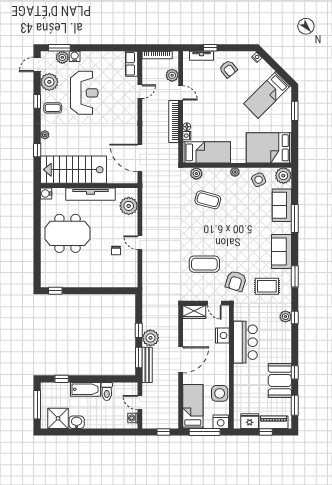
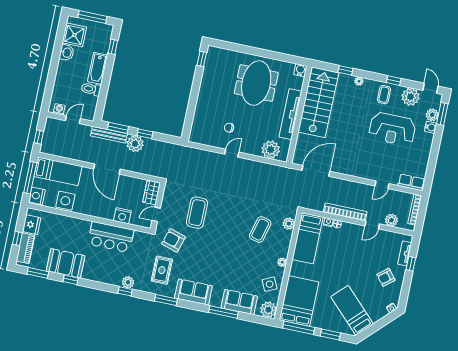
door: (140, 92) -> (382, 185), hinge flipped
window: (295, 143) -> (299, 328), added

